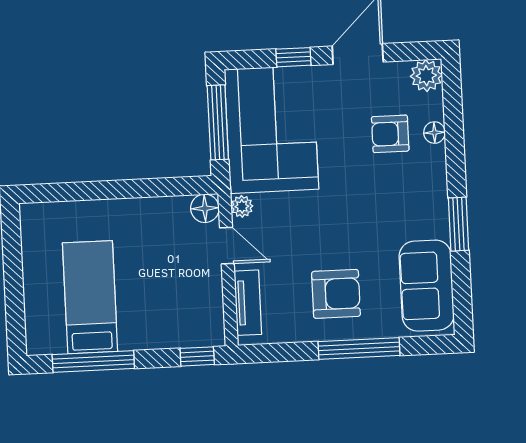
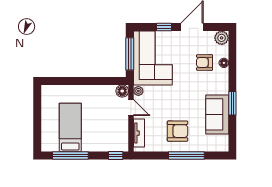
sofa: (427, 286) -> (217, 114), moved

